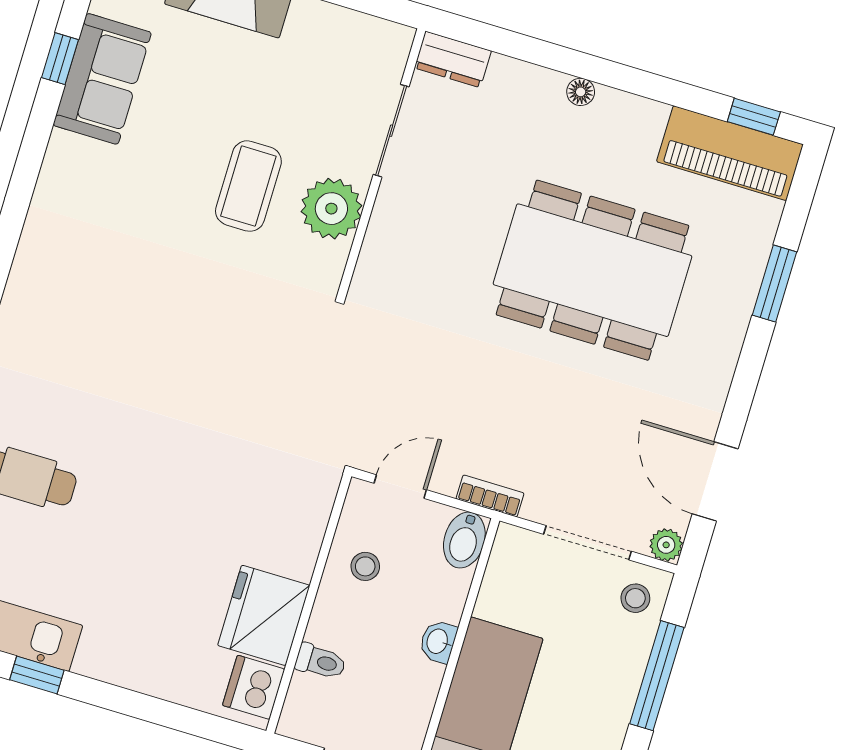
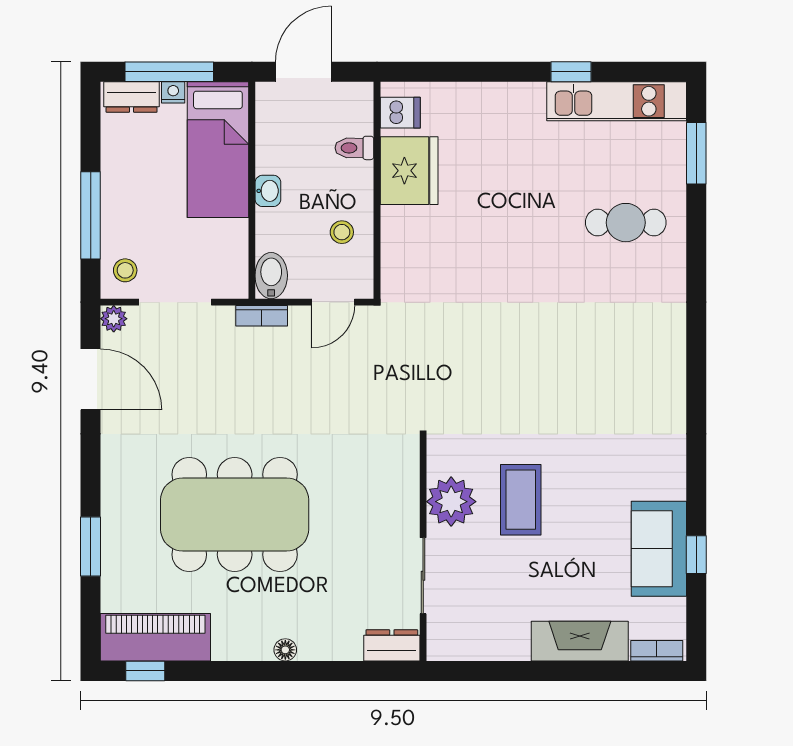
dishwasher: (254, 687) -> (400, 113), width x0.73

